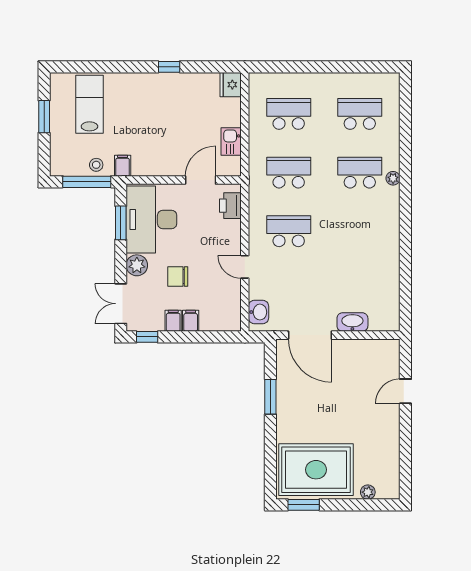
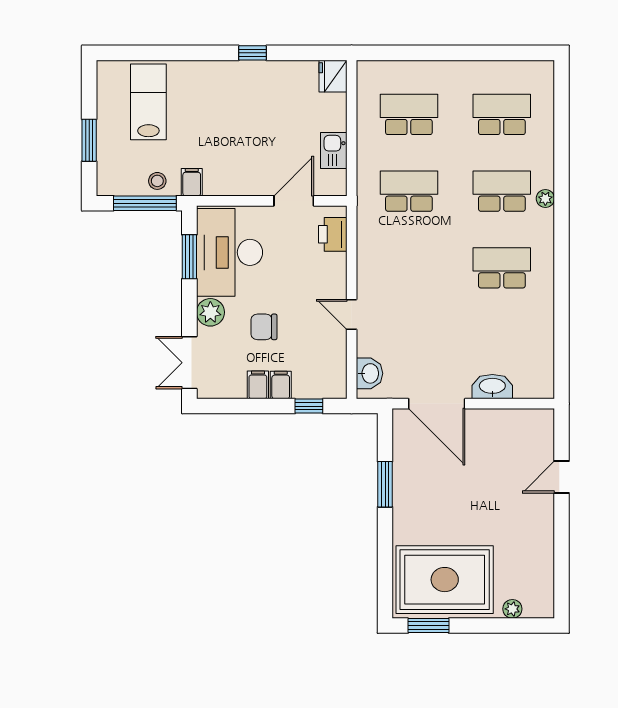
window: (44, 117) -> (89, 140), moved
school desk: (289, 231) -> (502, 268), moved
window: (147, 337) -> (309, 406), moved

